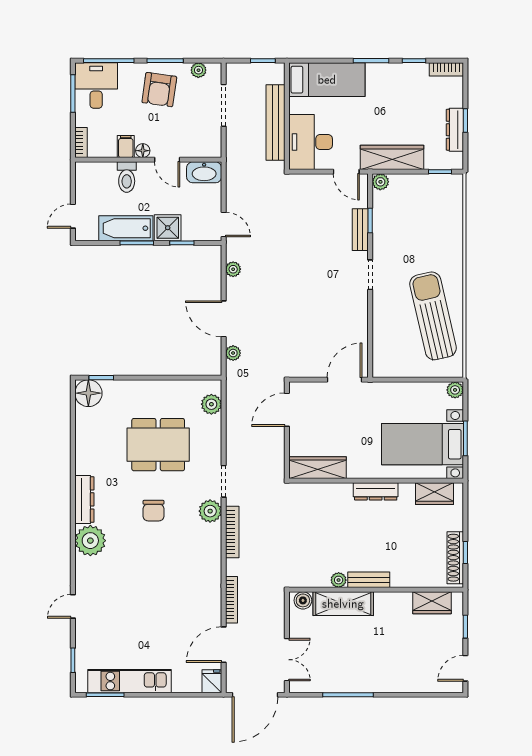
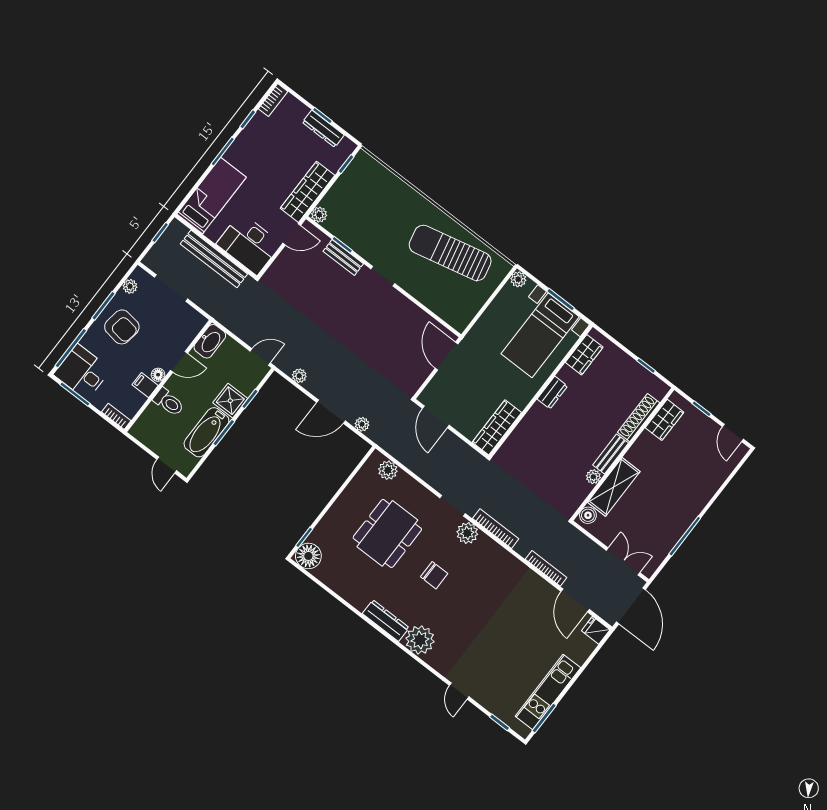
dresser: (376, 491) -> (552, 392), width x0.70
shoe rack: (455, 558) -> (639, 418), moved, turned 90

